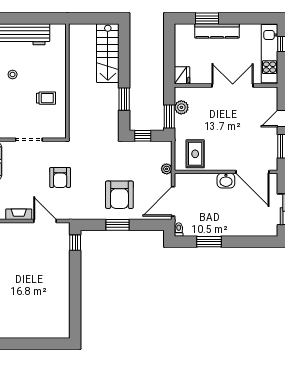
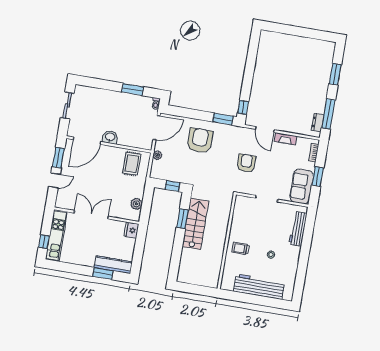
kitchen counter: (217, 31) -> (113, 265), moved
stairs: (108, 53) -> (195, 224), moved
double door: (233, 85) -> (91, 215), swing flipped
trolley: (46, 98) -> (241, 248), moved
window: (169, 117) -> (148, 198), removed
door: (252, 172) -> (87, 141), swing flipped
window: (117, 225) -> (223, 119), moved

